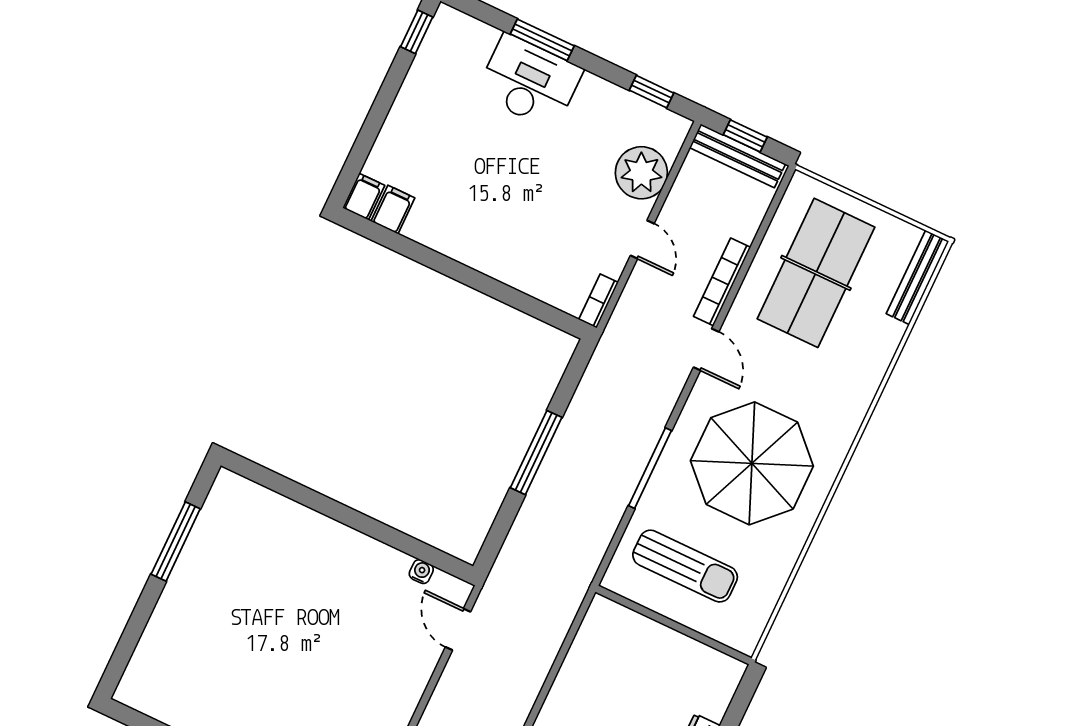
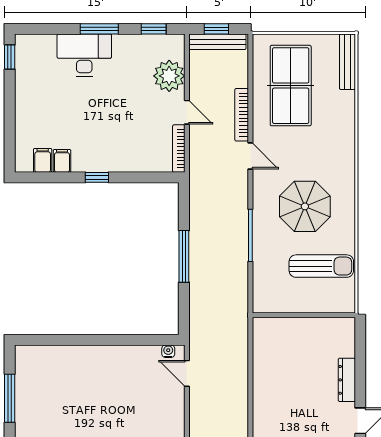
window: (542, 40) -> (99, 29), moved
filing cabinet: (364, 197) -> (62, 161), moved
window: (462, 273) -> (97, 177), added
bookcase: (598, 301) -> (179, 149), width x1.56
parasol: (752, 463) -> (305, 206), width x0.73, depth x0.73
sun lounger: (685, 566) -> (321, 266), moved
water cooler: (421, 572) -> (168, 351), moved

